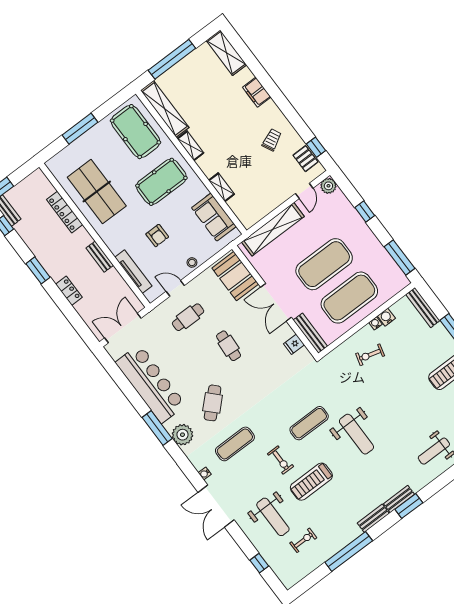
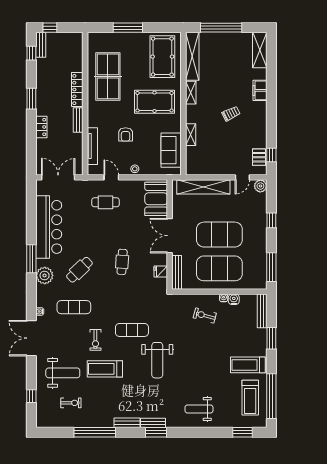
trolley: (272, 140) -> (231, 114), moved
locker: (65, 212) -> (77, 90), moved
cafe table: (229, 346) -> (122, 262), moved
weight bench: (273, 517) -> (63, 373), turned -90

